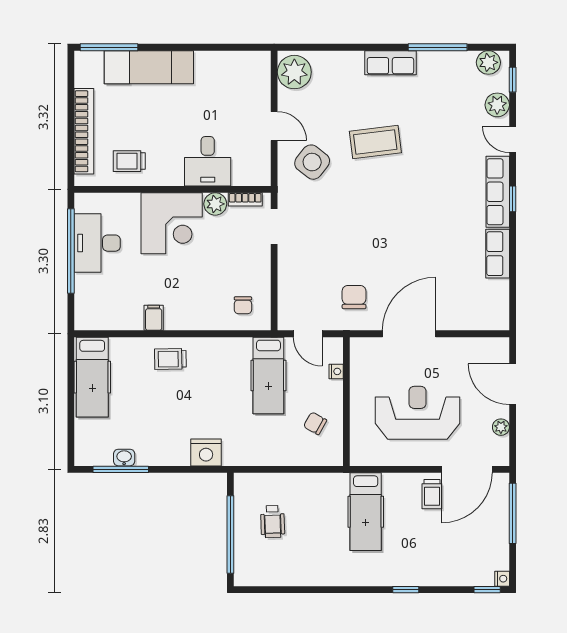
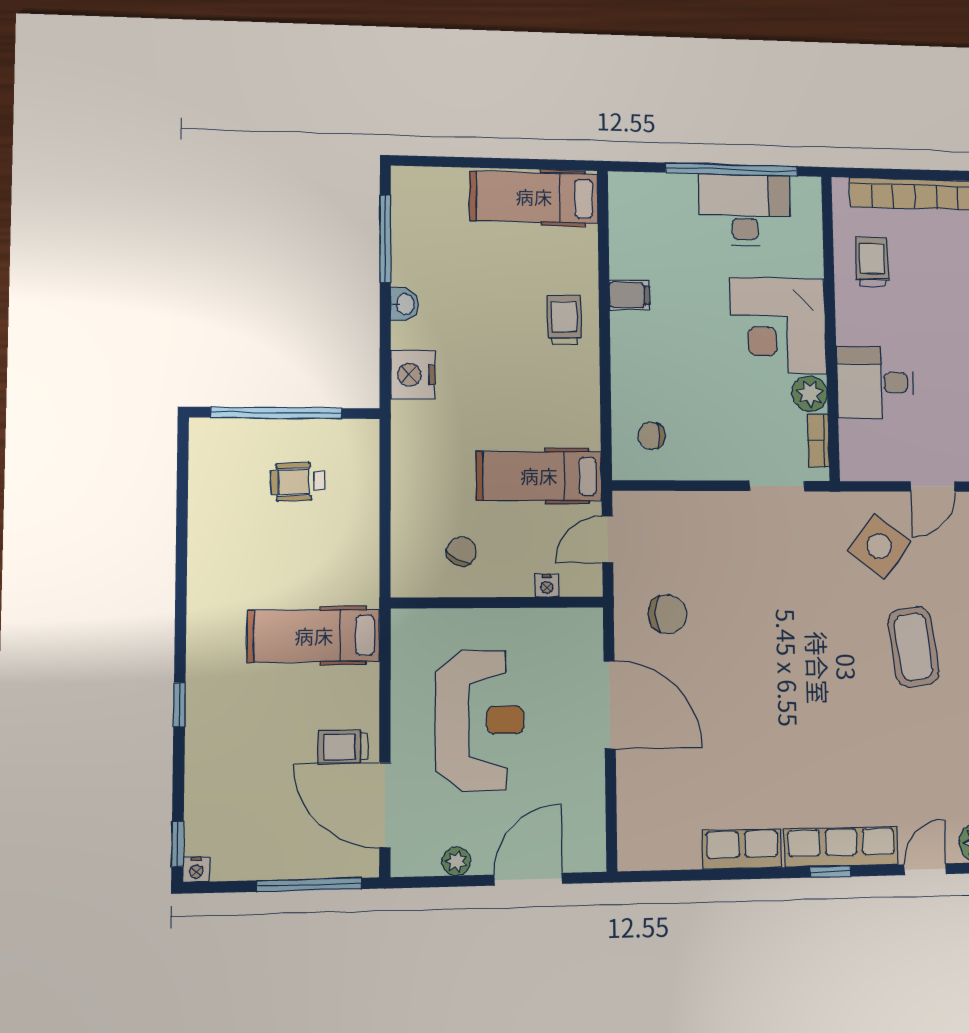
washbasin: (124, 458) -> (405, 304), moved

